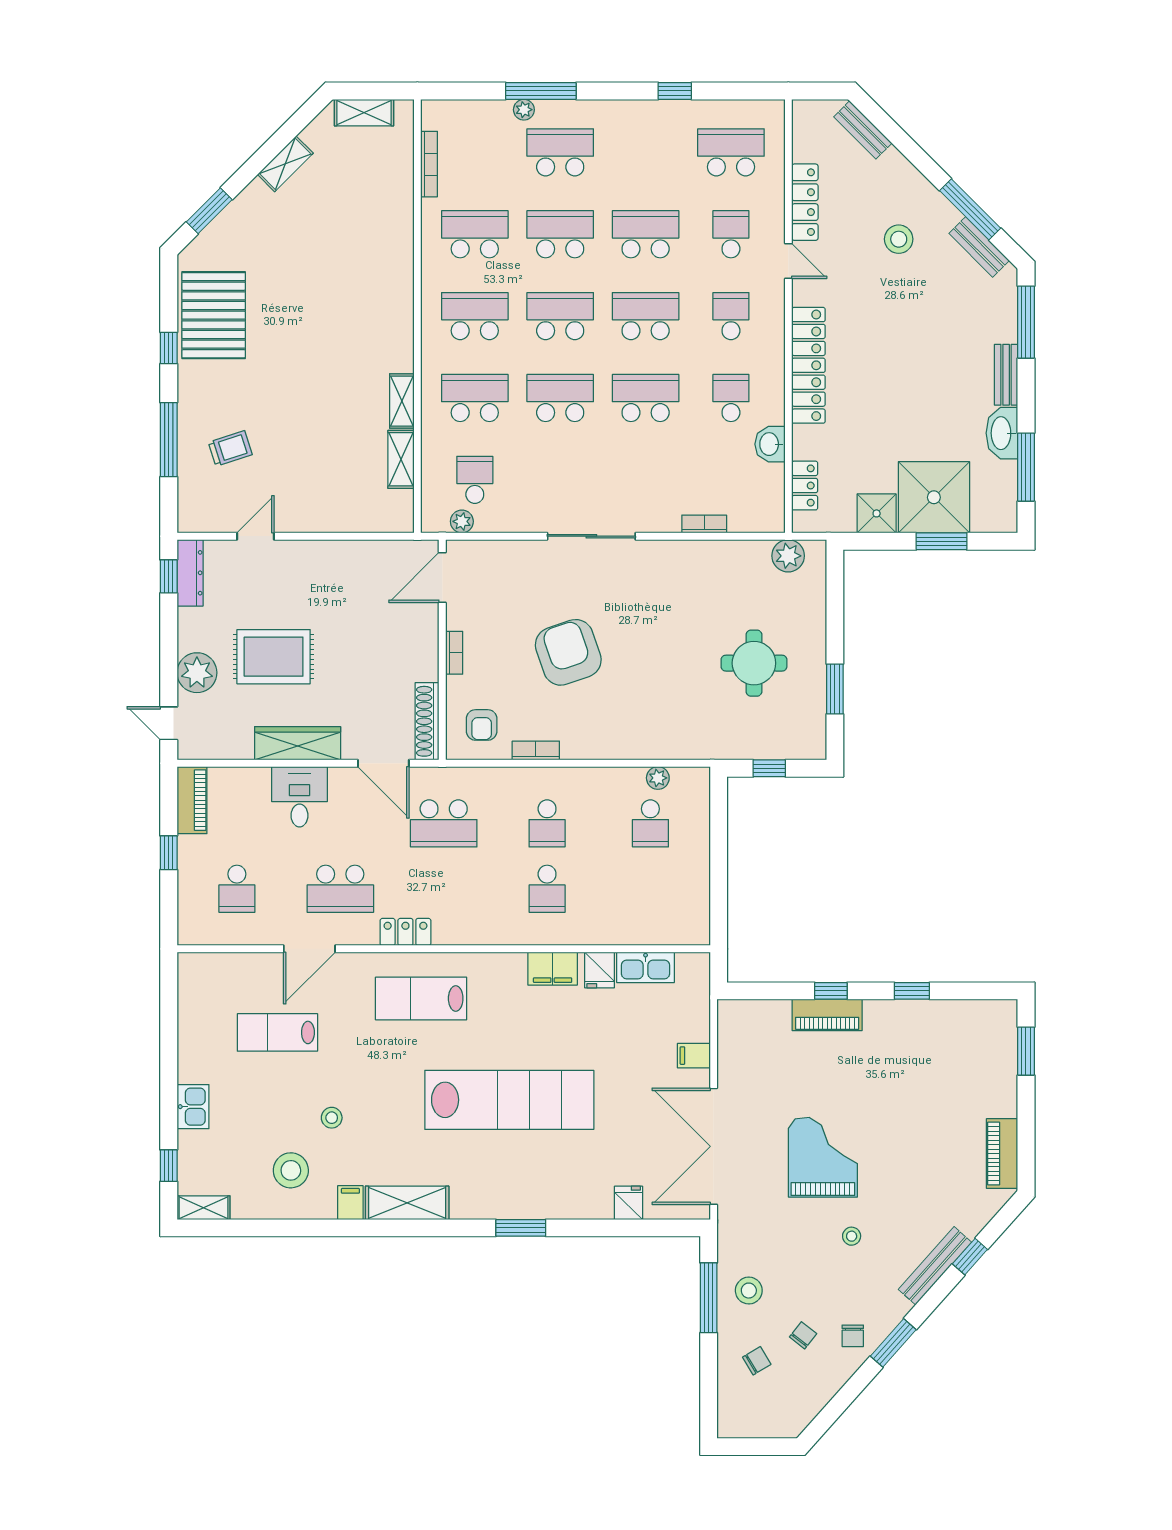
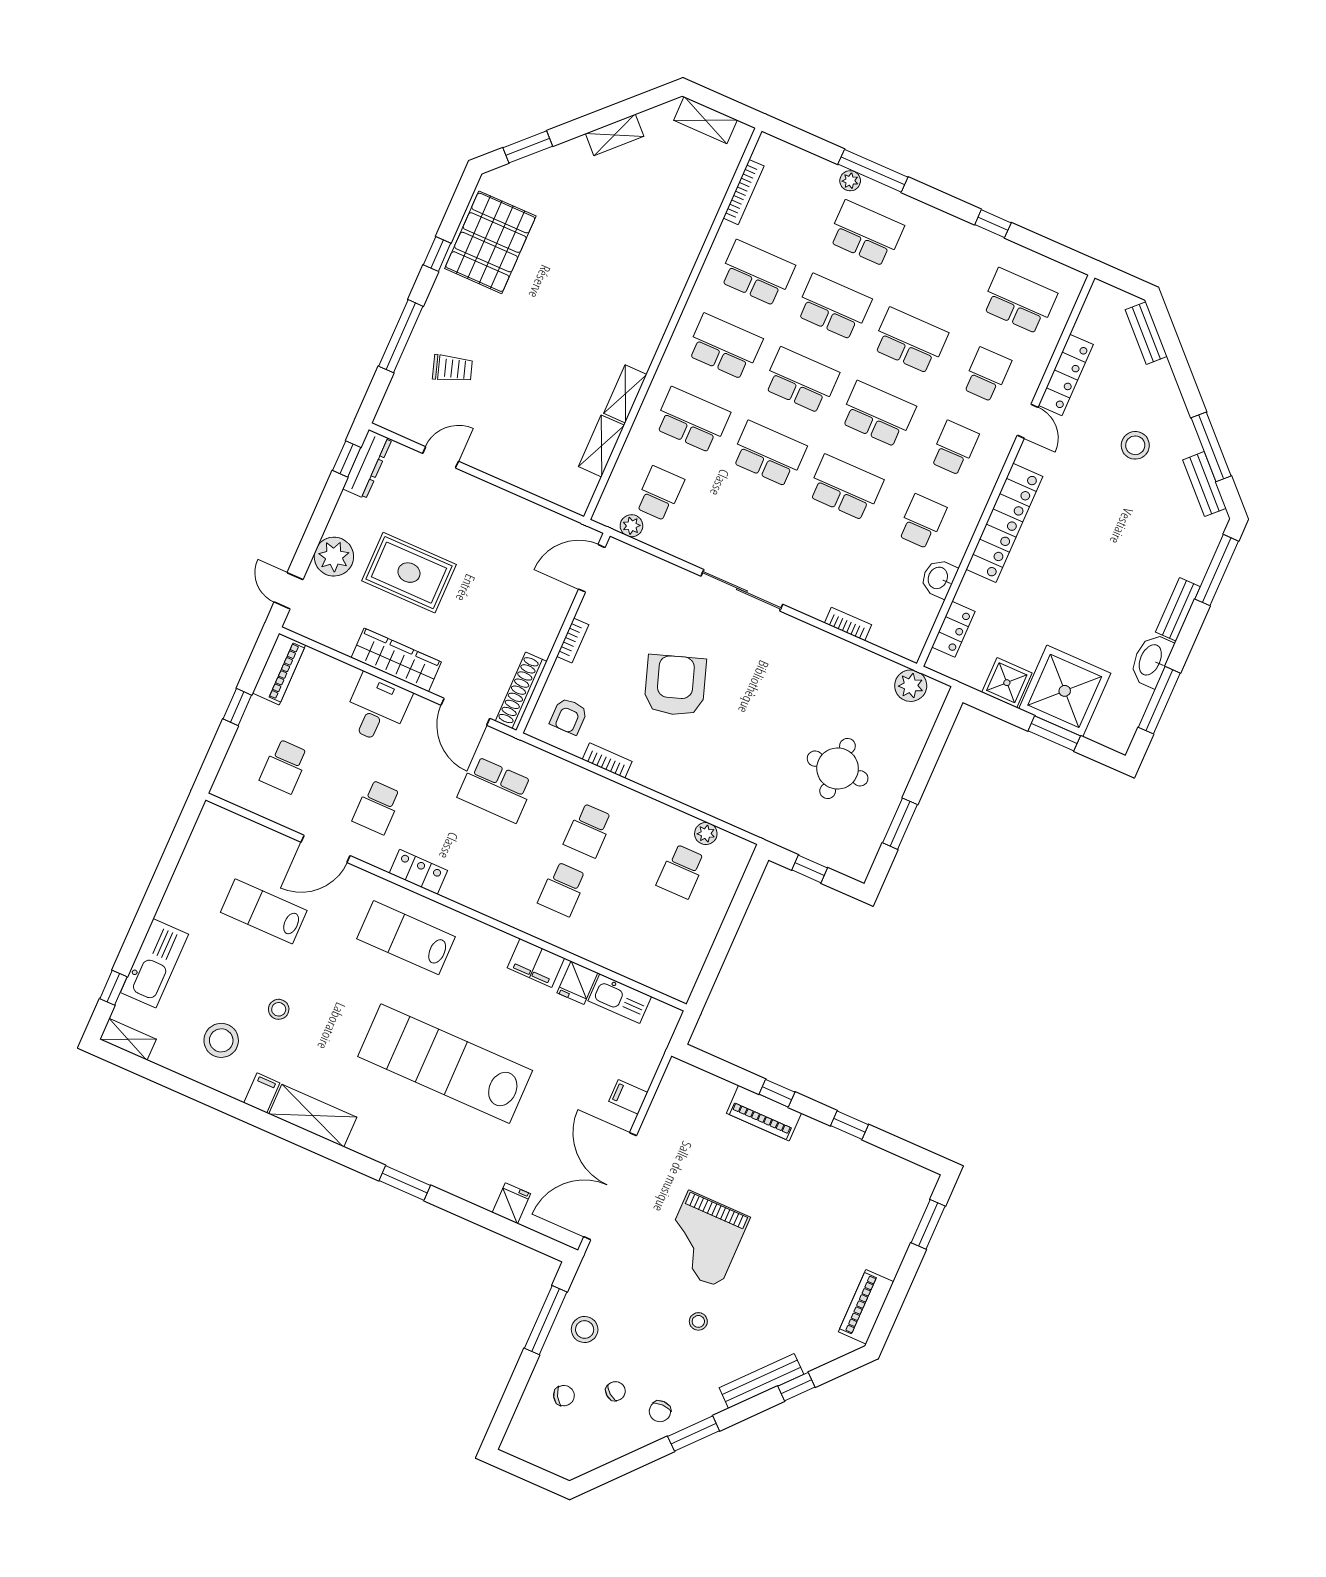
school desk: (340, 889) -> (377, 807), width x0.54
lab bench: (509, 1100) -> (445, 1064), turned 180
kitchen sink: (193, 1107) -> (154, 963), width x1.87, depth x1.24
grand piano: (823, 1157) -> (704, 1239), turned 180

